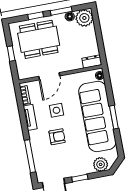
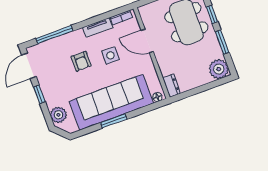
floor lamp: (70, 16) -> (218, 53), removed

